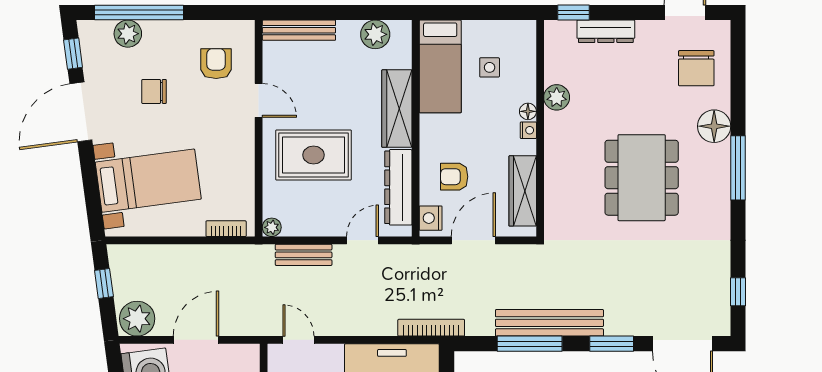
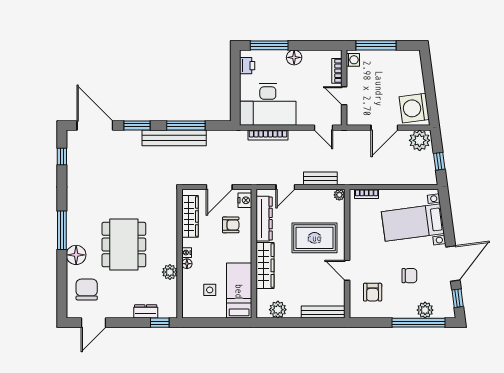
dresser: (606, 31) -> (146, 311), width x0.70
dining table: (642, 178) -> (124, 245), moved
bookcase: (431, 328) -> (268, 135), moved

